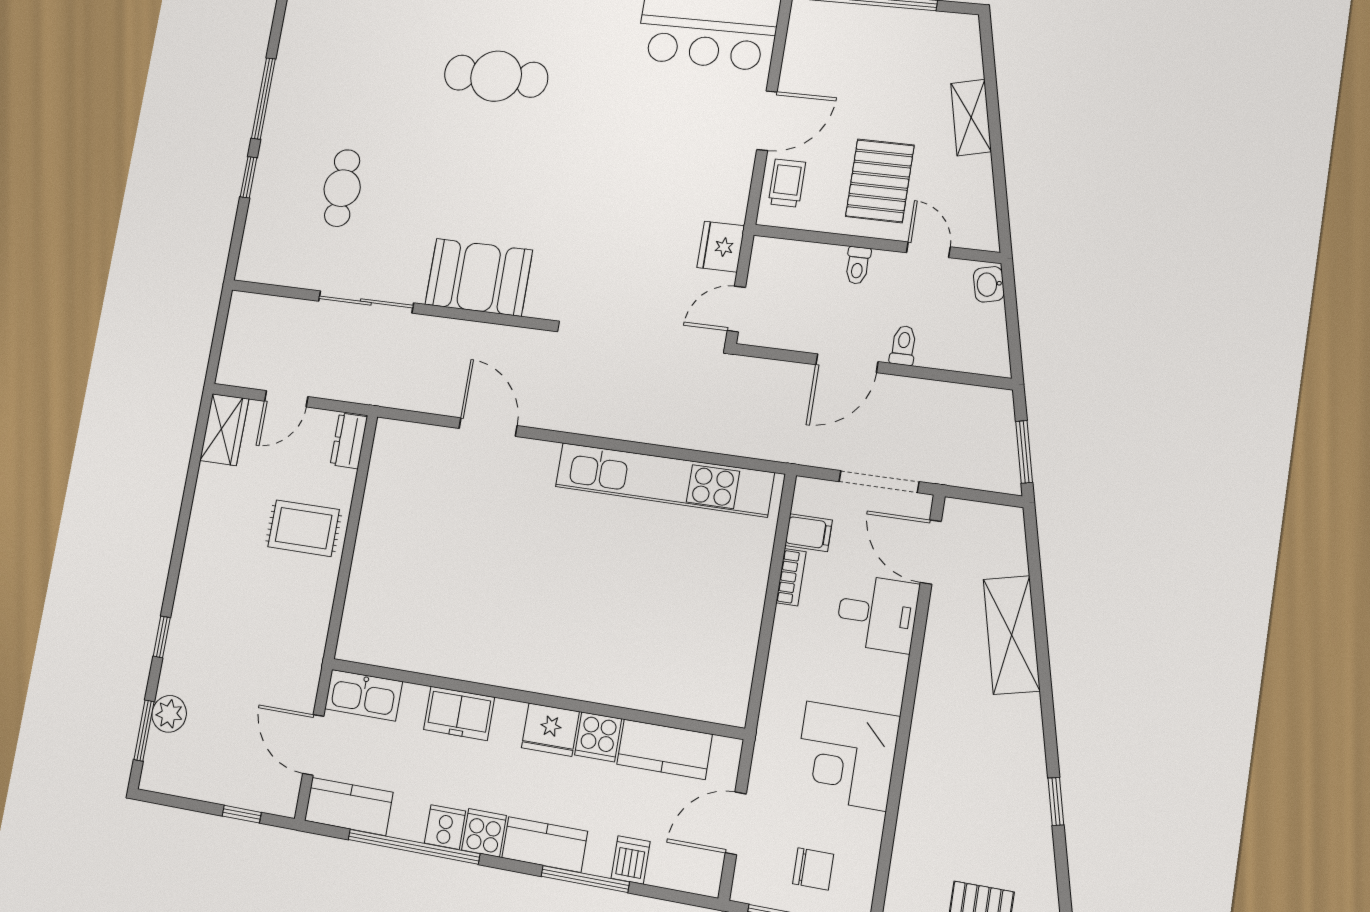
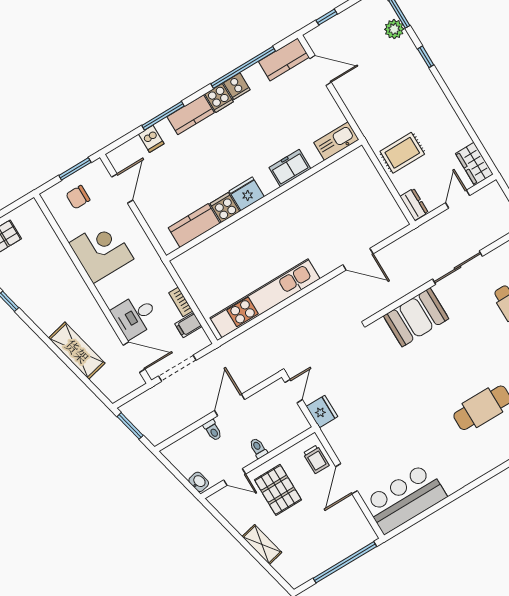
kitchen sink: (363, 695) -> (336, 141), moved
wall: (534, 698) -> (264, 200), moved
freezer: (459, 713) -> (290, 168), moved
fridge: (550, 730) -> (247, 194), moved
cooker: (598, 737) -> (225, 208), moved
kitchen counter: (664, 749) -> (194, 226), moved

